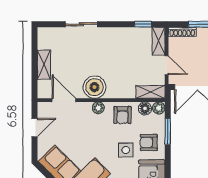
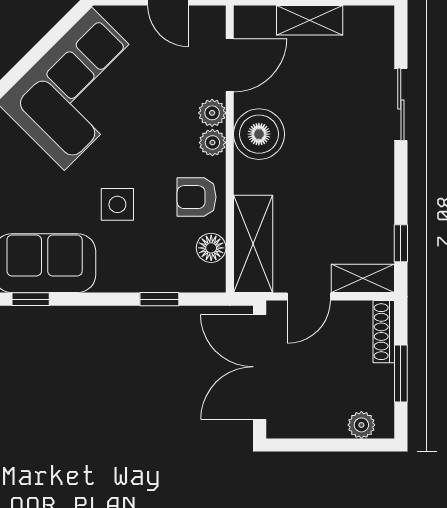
shelving: (150, 92) -> (253, 244), width x1.50, depth x1.33
plant: (159, 108) -> (212, 113), moved
window: (168, 131) -> (159, 299), width x0.67
armchair: (149, 142) -> (134, 256), removed

